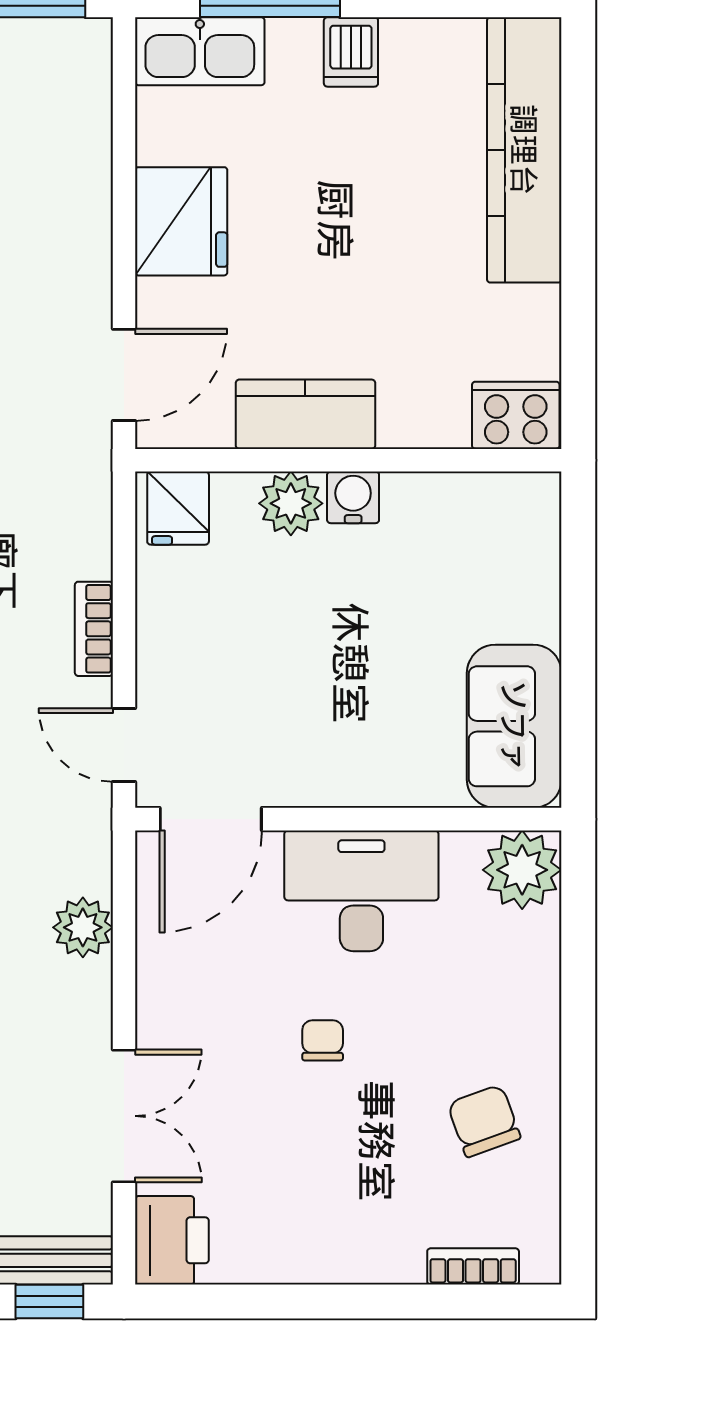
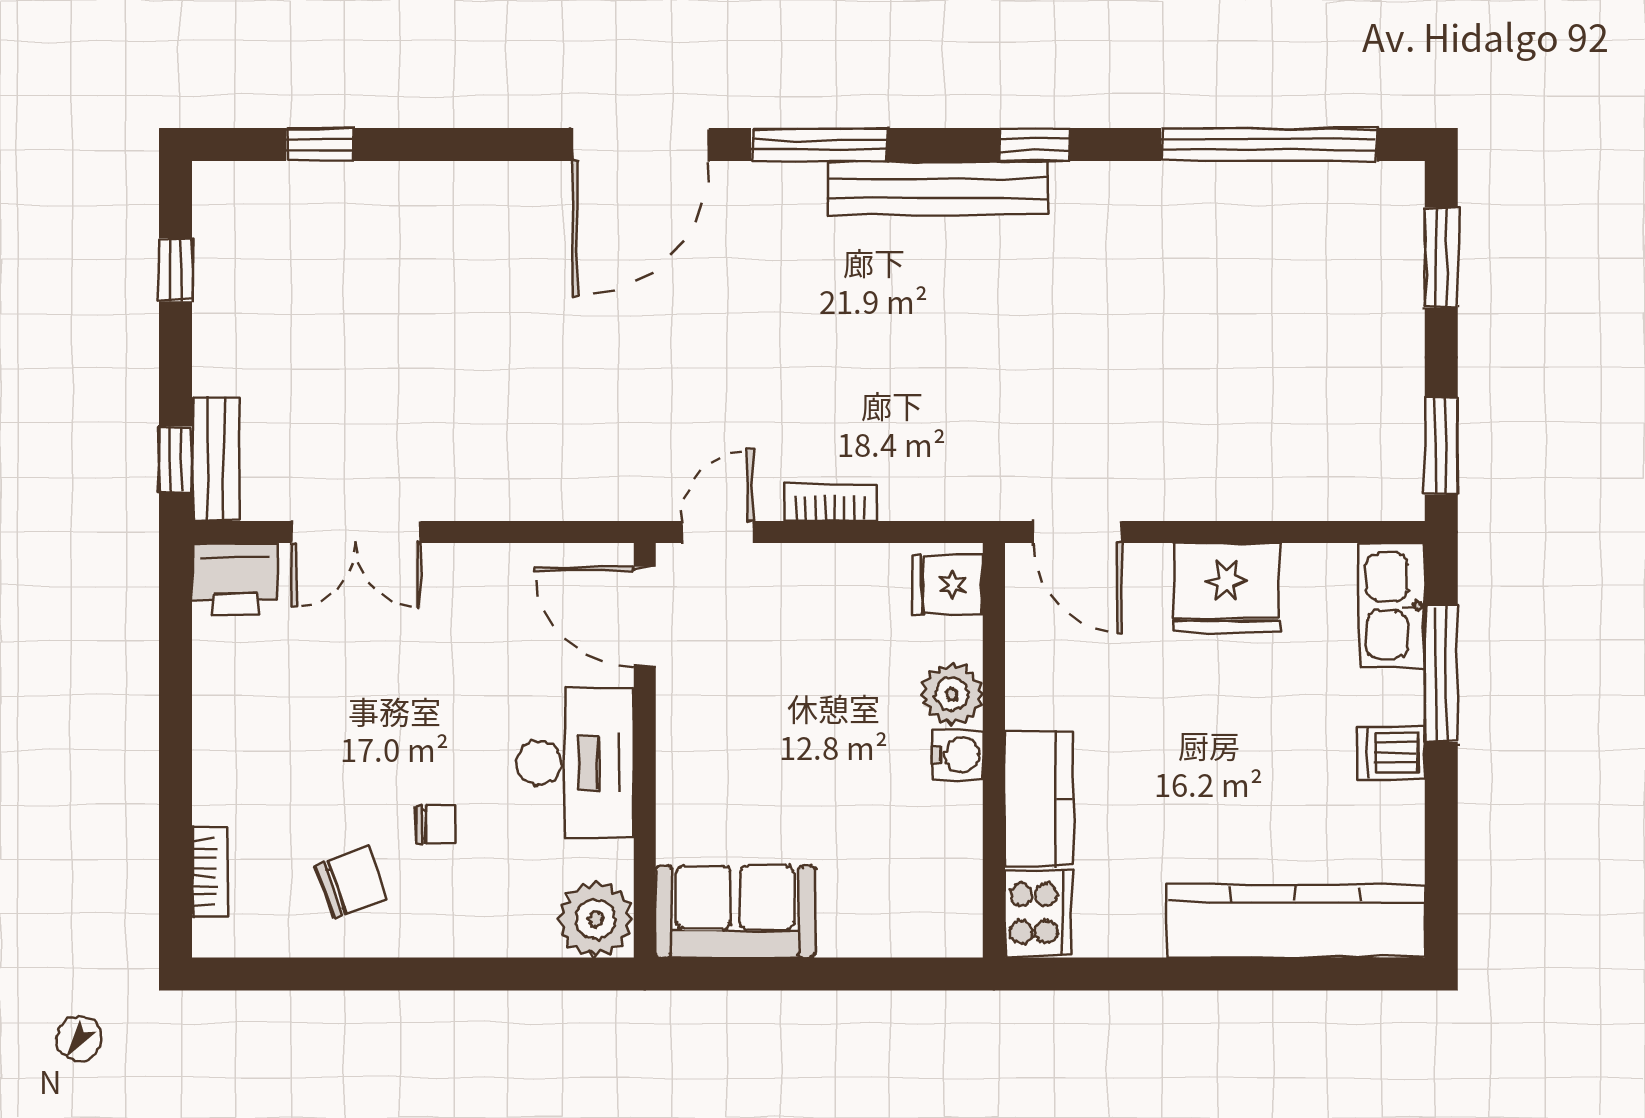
kitchen counter: (305, 414) -> (1039, 799), moved
plant: (83, 927) -> (539, 492), removed
chair: (323, 1040) -> (436, 825), moved

